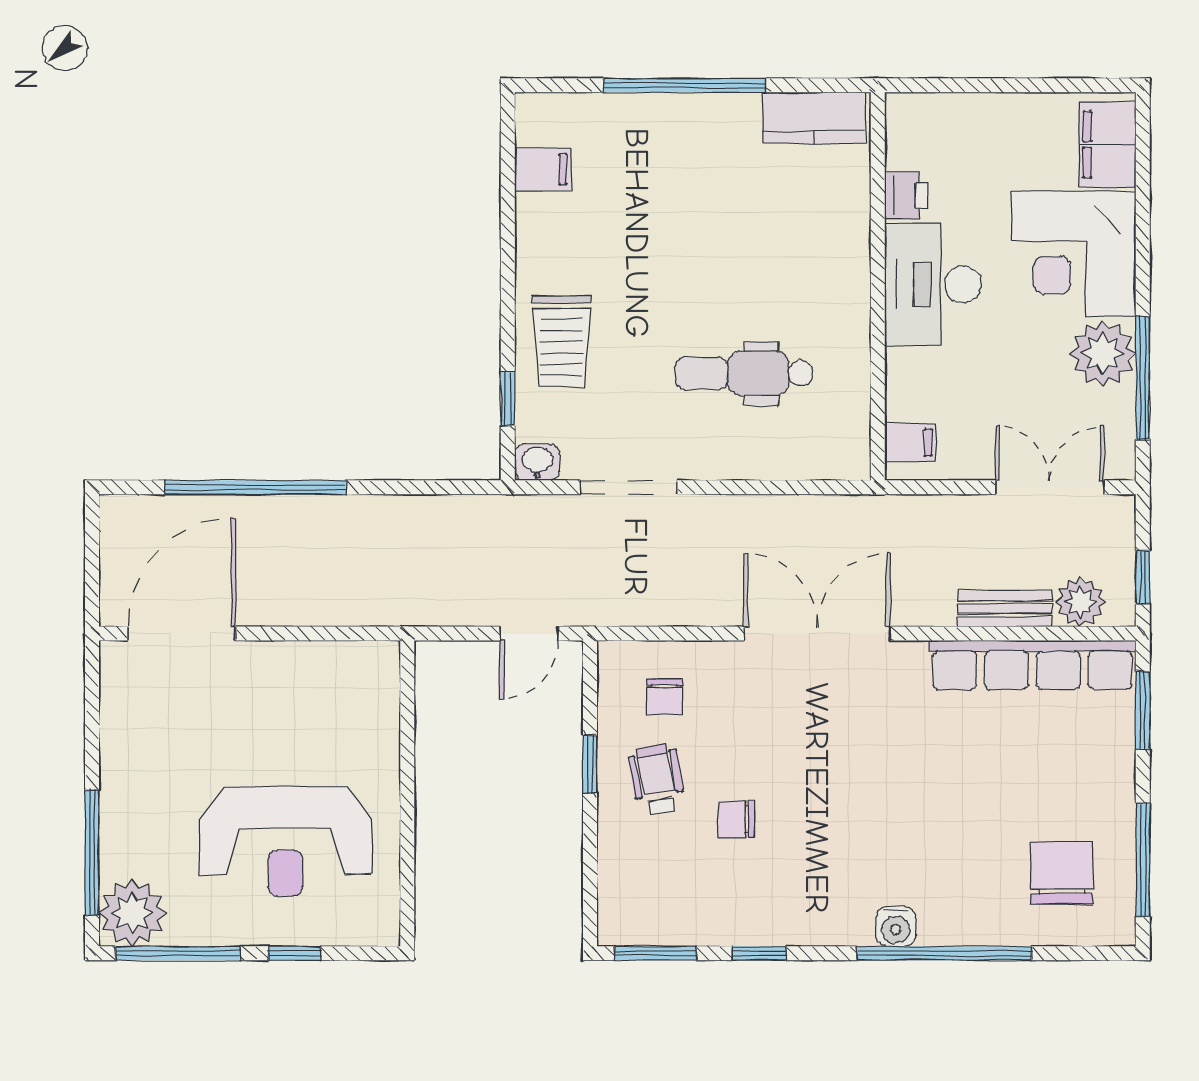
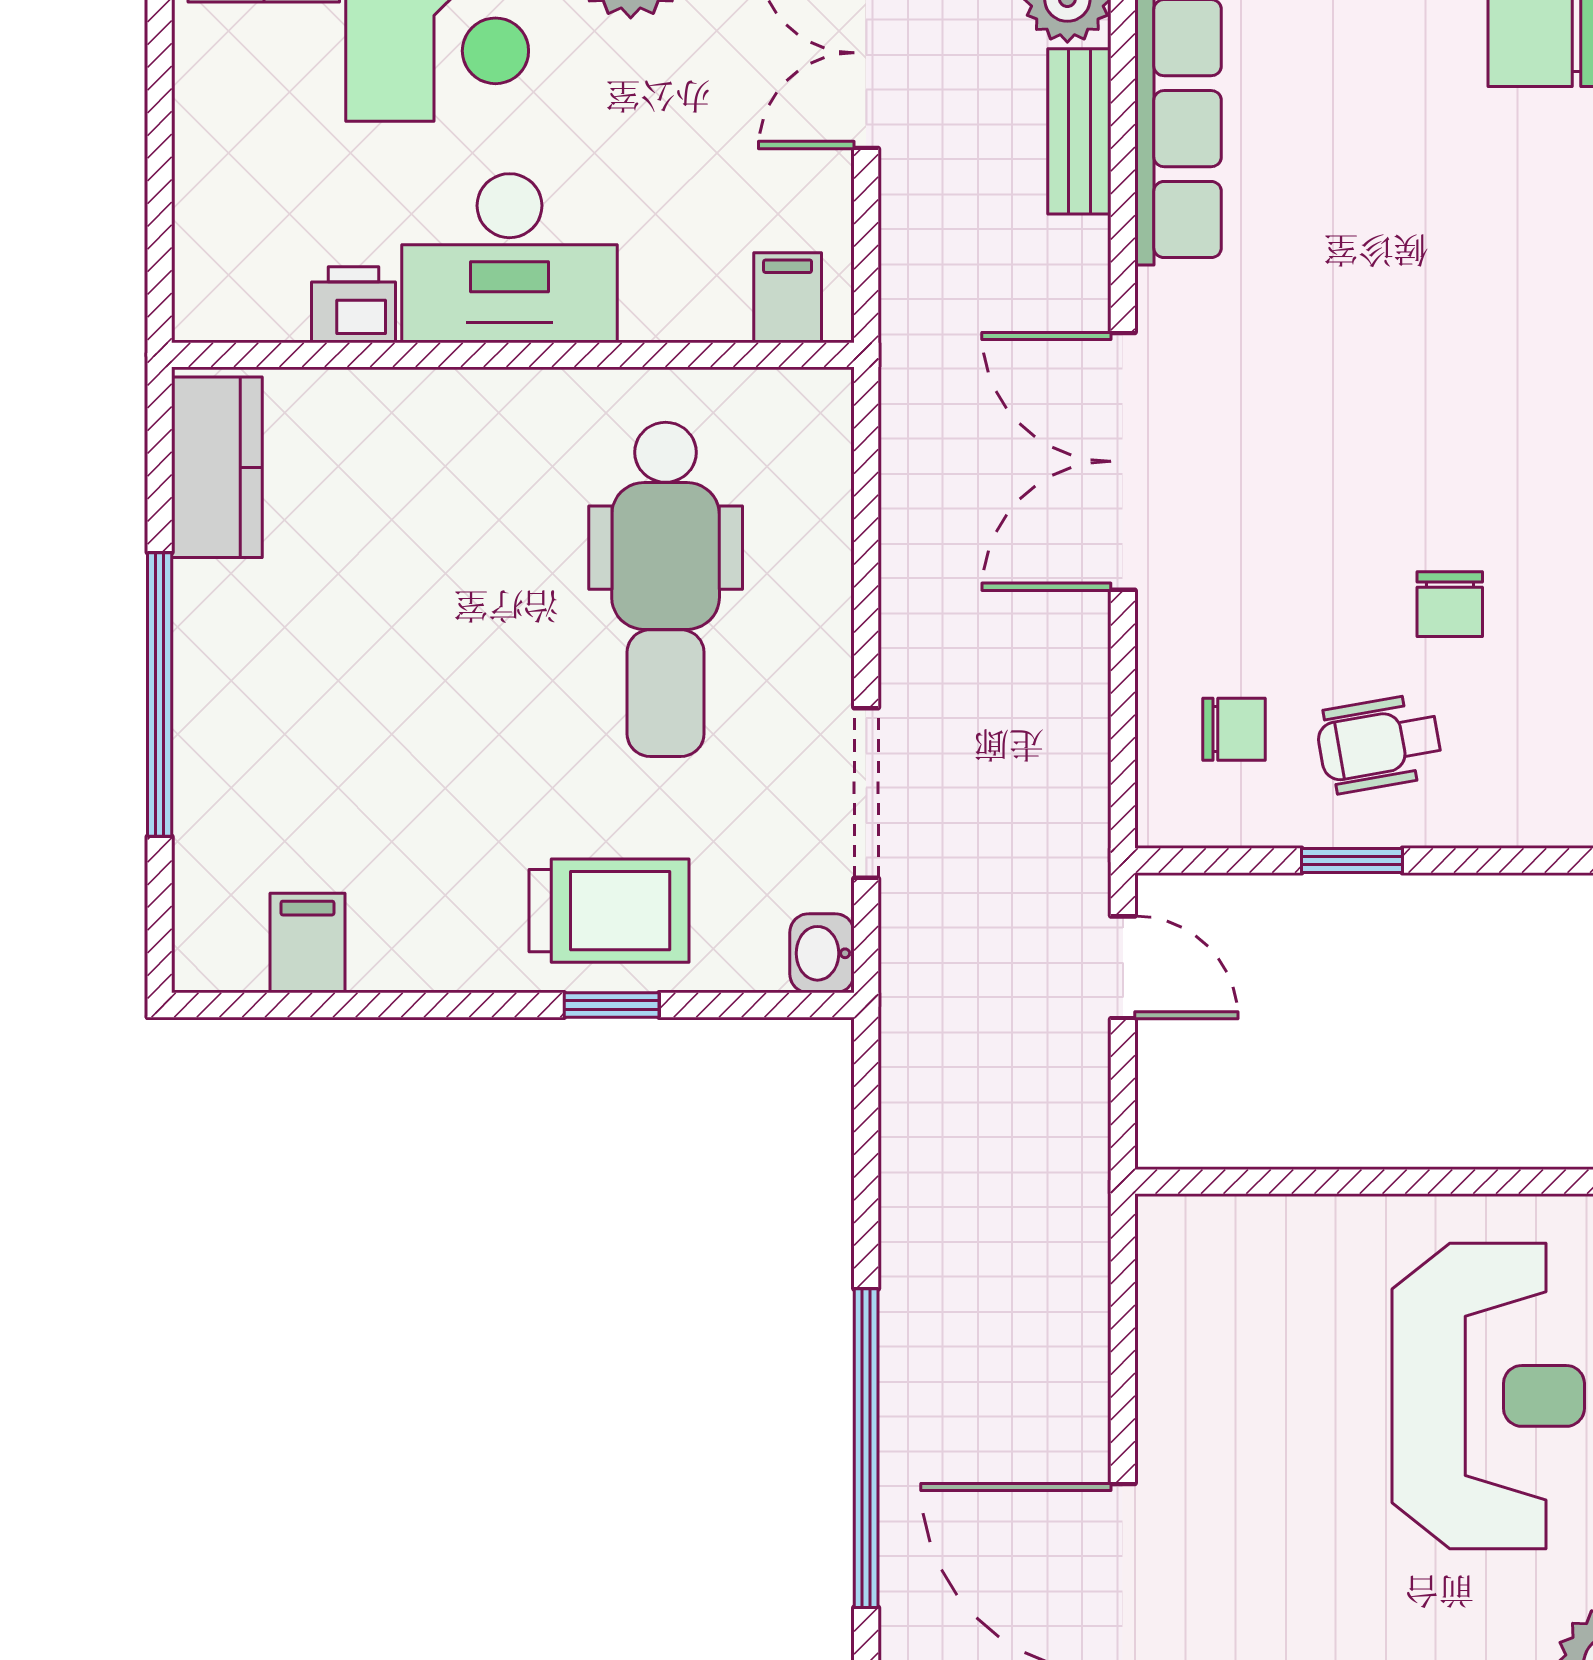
dental chair: (744, 373) -> (666, 589), width x1.36, depth x1.38
window: (508, 399) -> (612, 1005), moved

